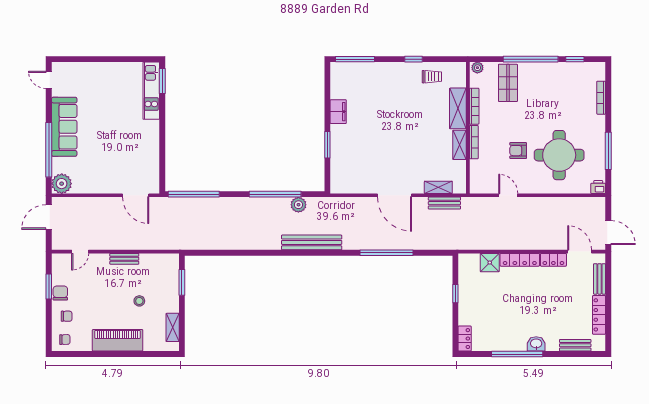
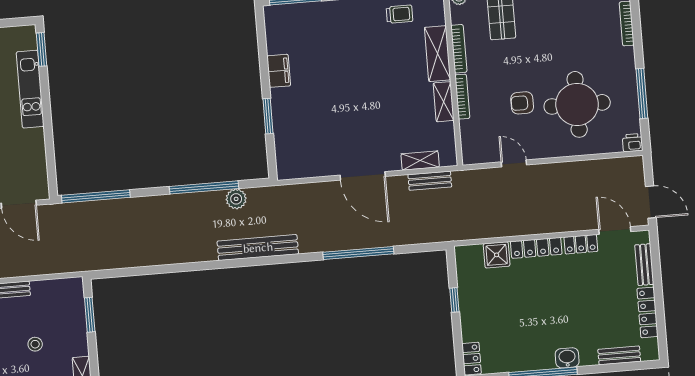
kitchen unit: (151, 91) -> (30, 89), moved

